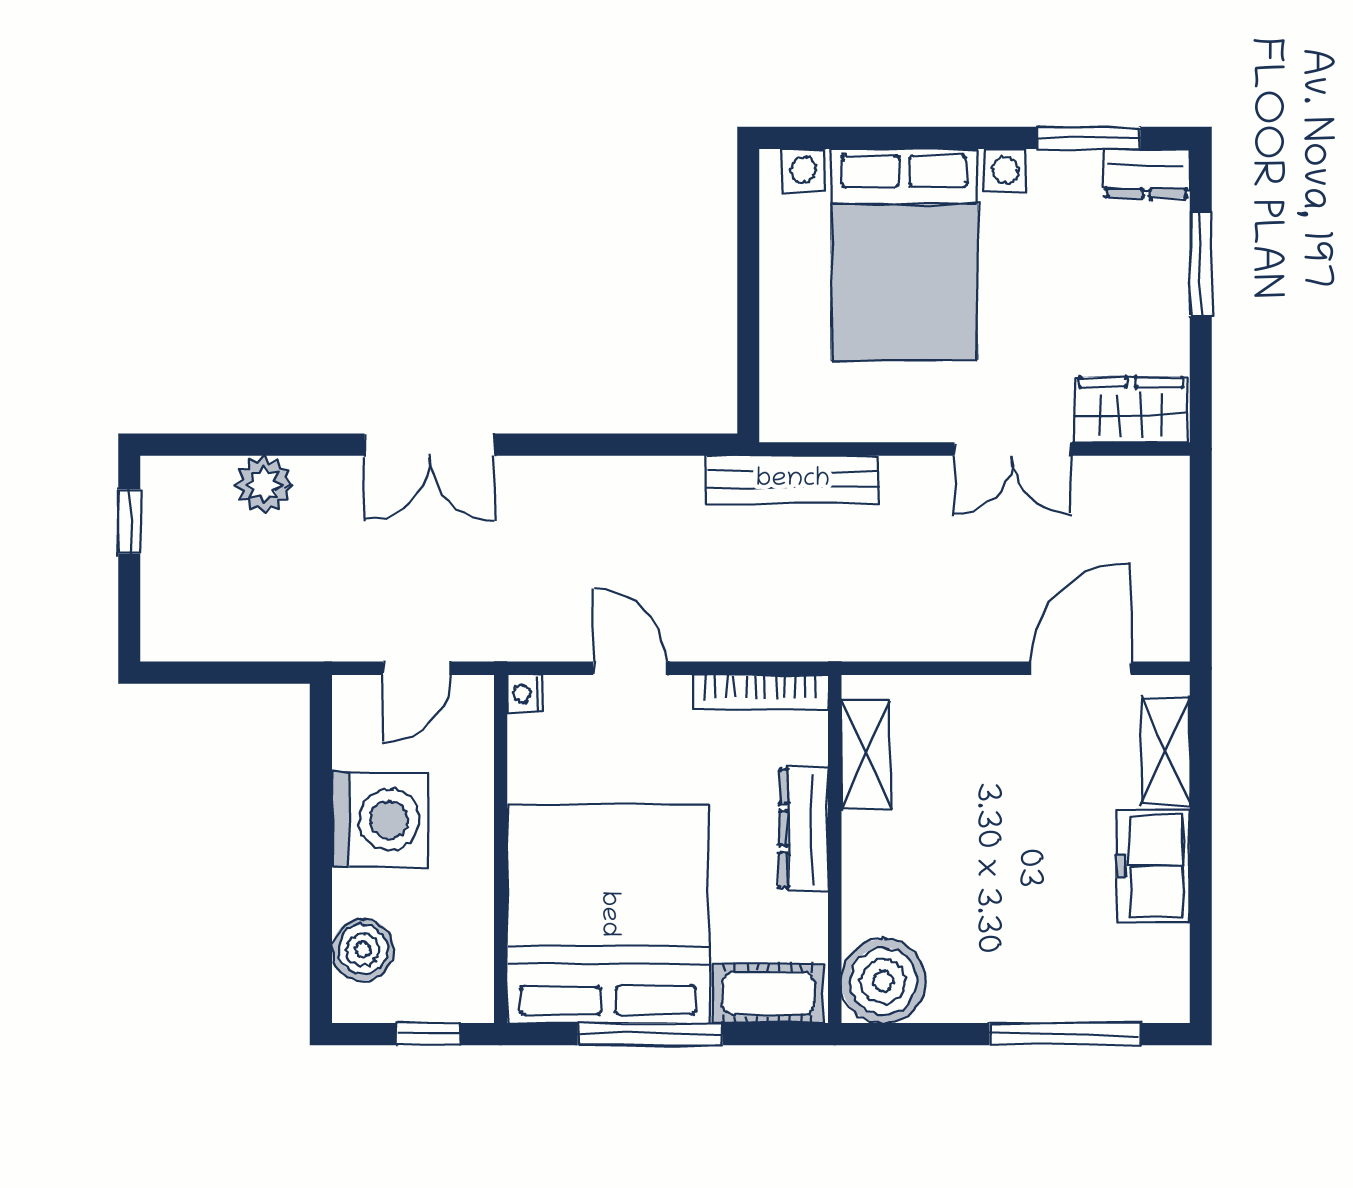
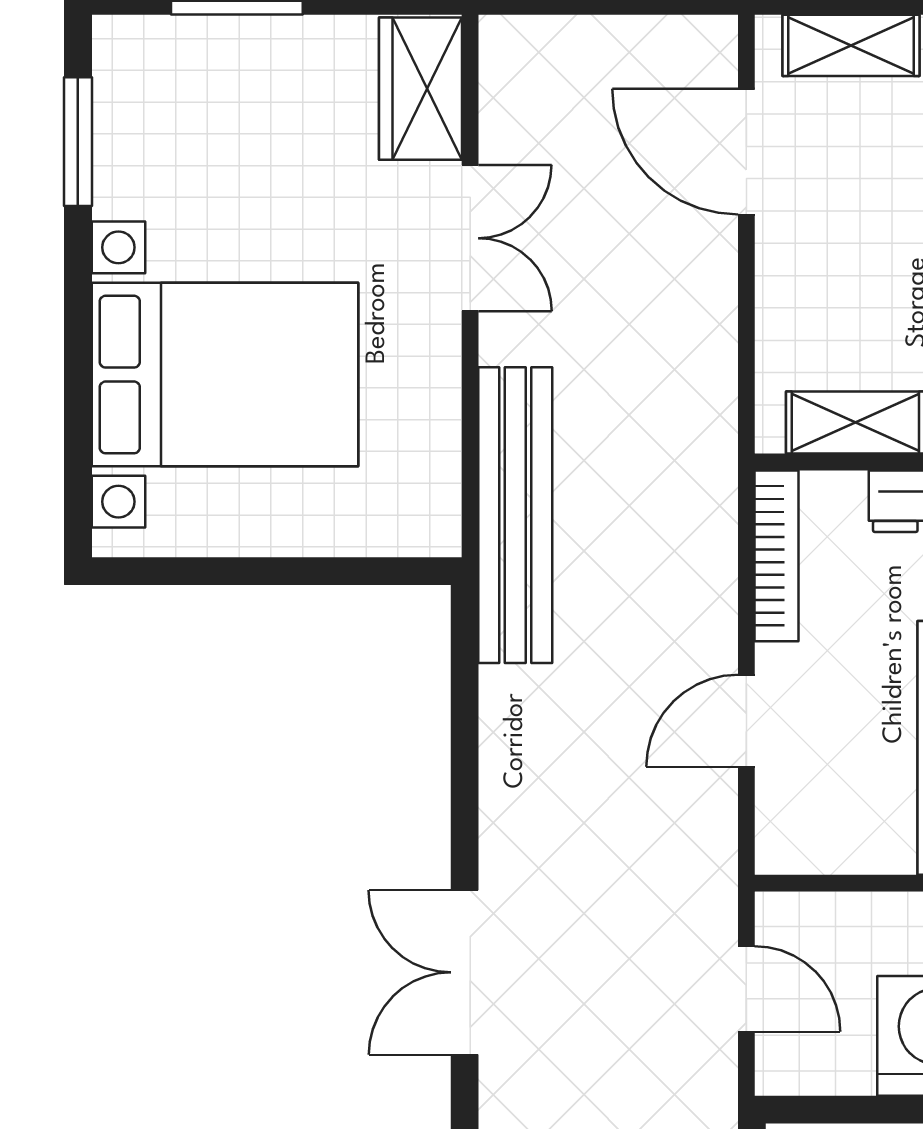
dresser: (1146, 173) -> (123, 70), removed
double door: (430, 445) -> (465, 972), swing flipped
bench: (793, 480) -> (515, 515), width x1.37, depth x1.21
nightstand: (525, 693) -> (778, 853), removed

